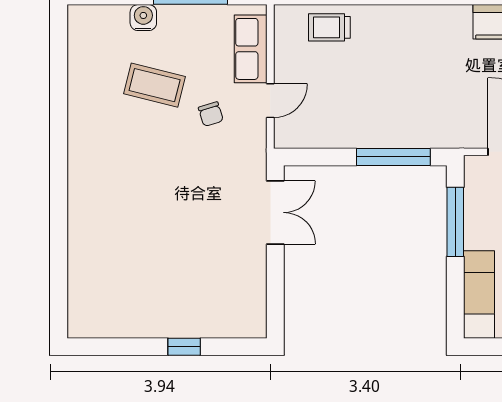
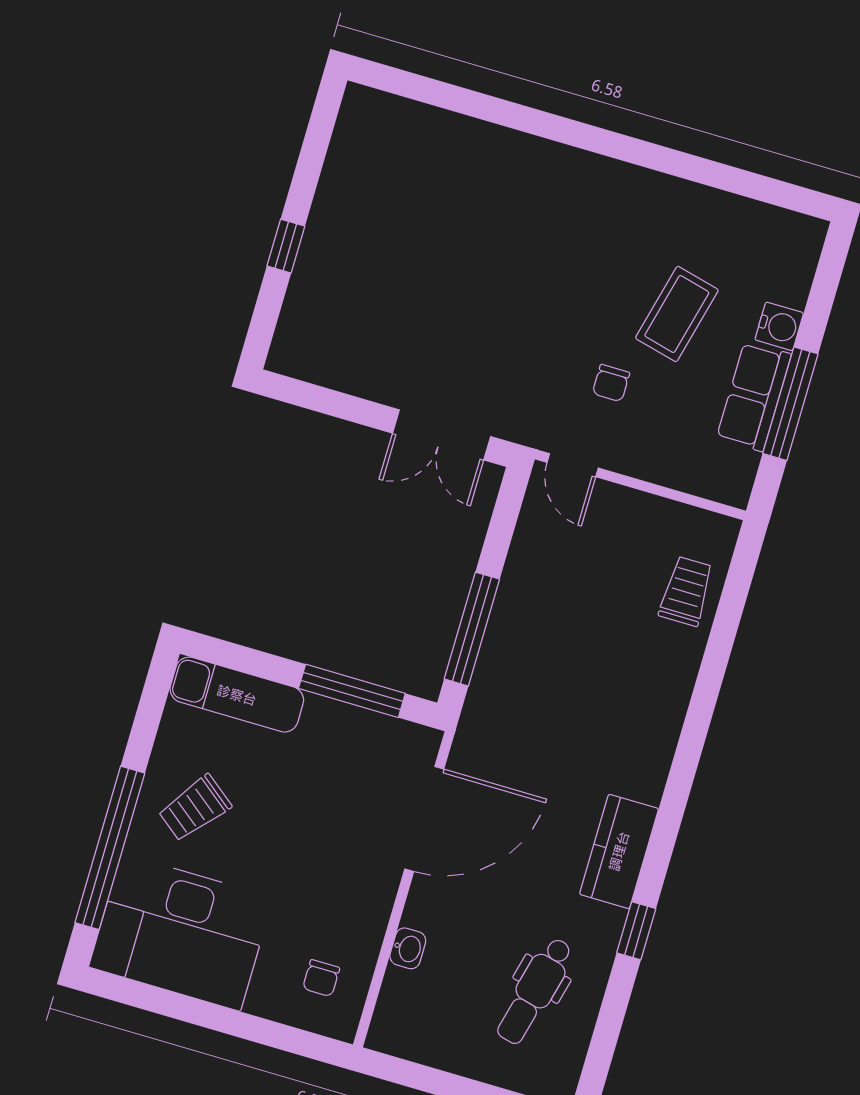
row of seats: (251, 49) -> (754, 396), moved, turned -90
door: (270, 101) -> (573, 465), moved
chair: (211, 114) -> (611, 383), turned -73

